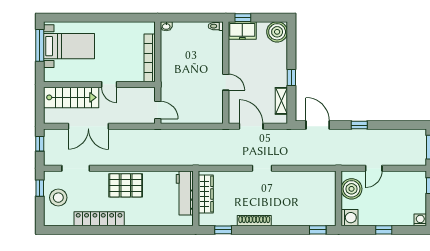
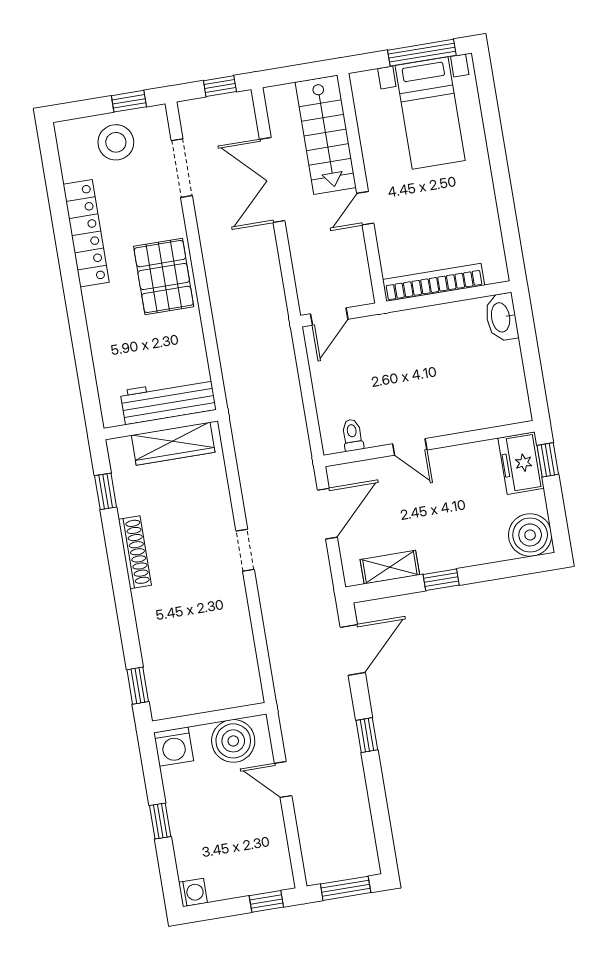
washbasin: (166, 26) -> (501, 317), width x1.91, depth x1.45
toilet: (216, 26) -> (352, 435), moved
door: (226, 82) -> (410, 447), hinge flipped

